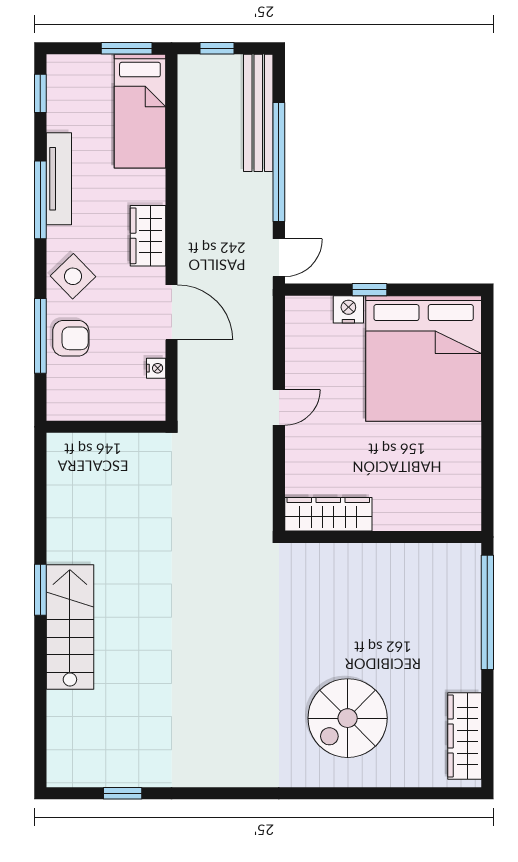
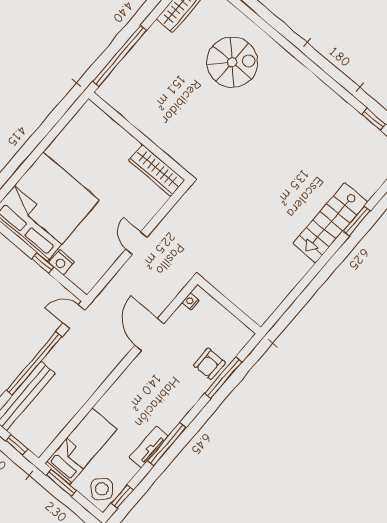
tv unit: (59, 179) -> (149, 447), width x0.71
wardrobe: (148, 236) -> (129, 382), removed
side table: (73, 276) -> (102, 489), moved
armchair: (71, 338) -> (209, 364), turned -90
nightstand: (156, 368) -> (191, 301), moved
door: (279, 407) -> (136, 243), hinge flipped
window: (40, 590) -> (357, 221), moved

